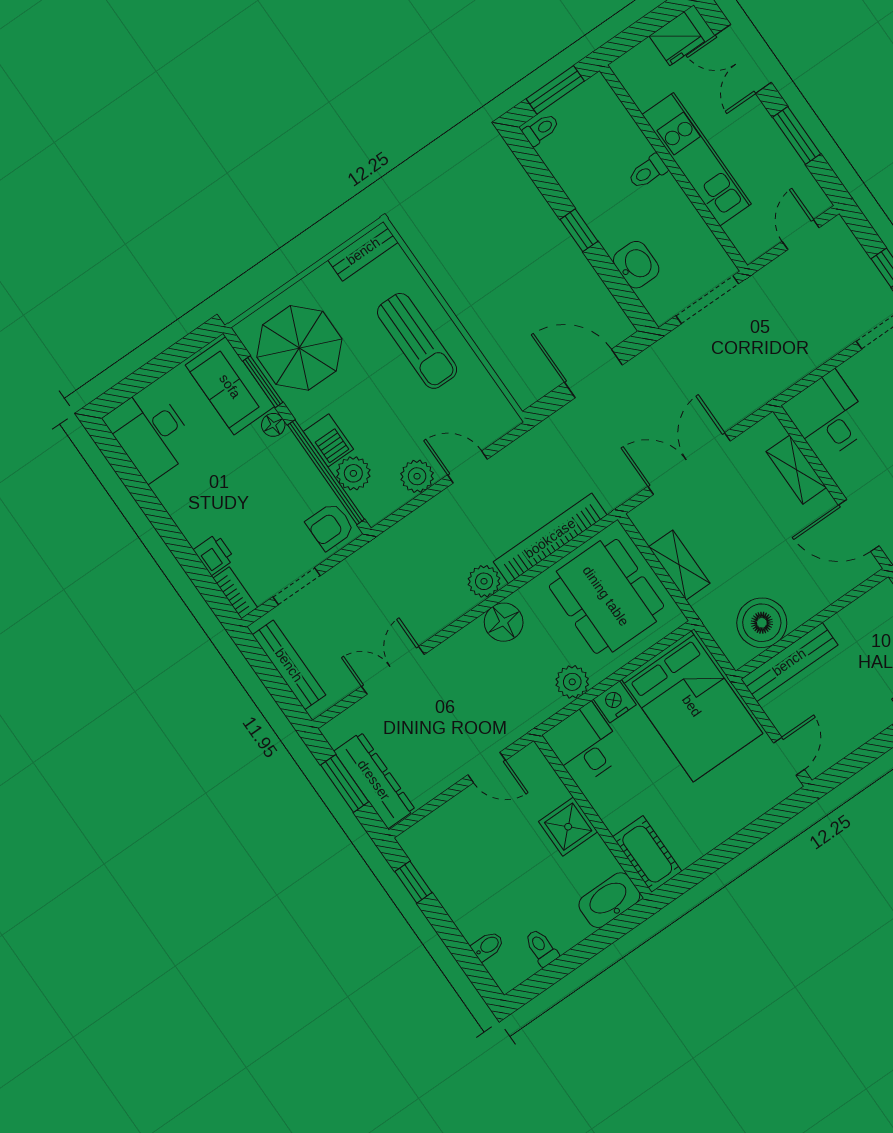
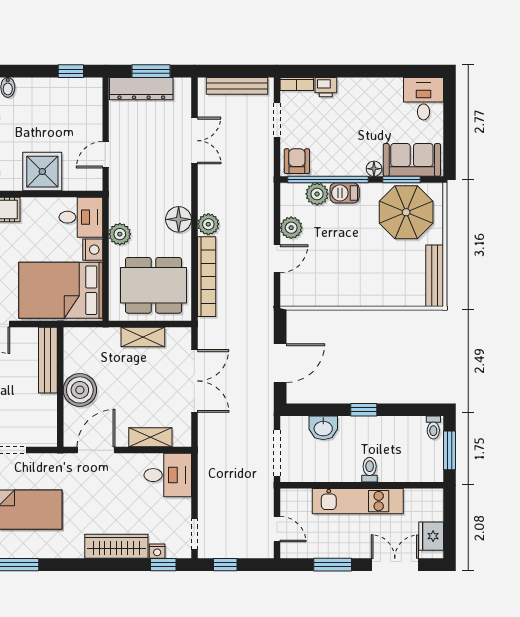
bench: (363, 251) -> (435, 276), width x1.36
sun lounger: (417, 341) -> (365, 279), removed
desk: (151, 433) -> (423, 99), width x0.73
boiler: (762, 623) -> (80, 390), moved
shower: (568, 827) -> (42, 172), width x1.36, depth x1.36

